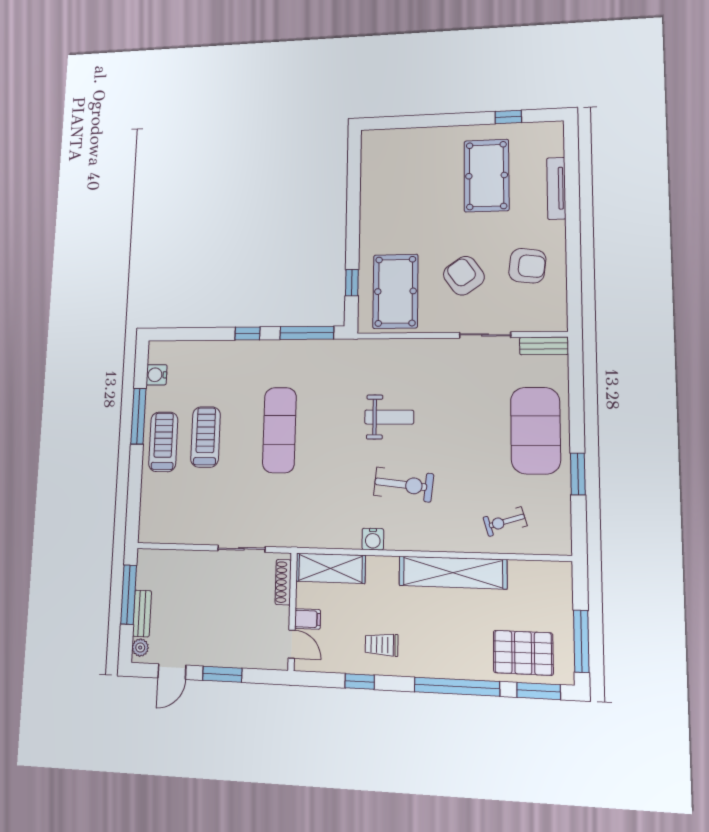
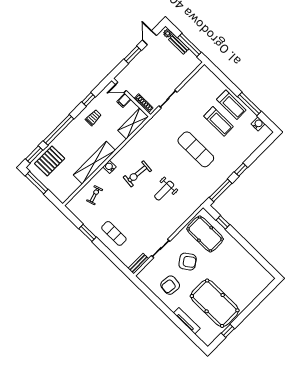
pool table: (487, 176) -> (215, 303), width x1.36, depth x1.32
exercise mat: (535, 430) -> (114, 233), width x0.50, depth x0.69
water cooler: (373, 539) -> (109, 167), moved

